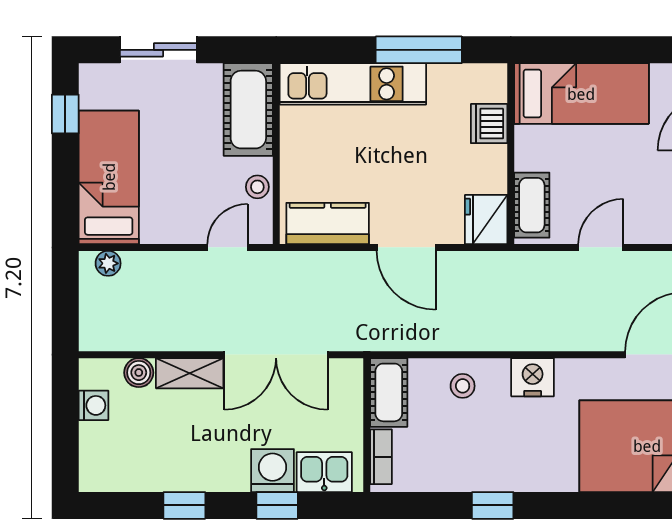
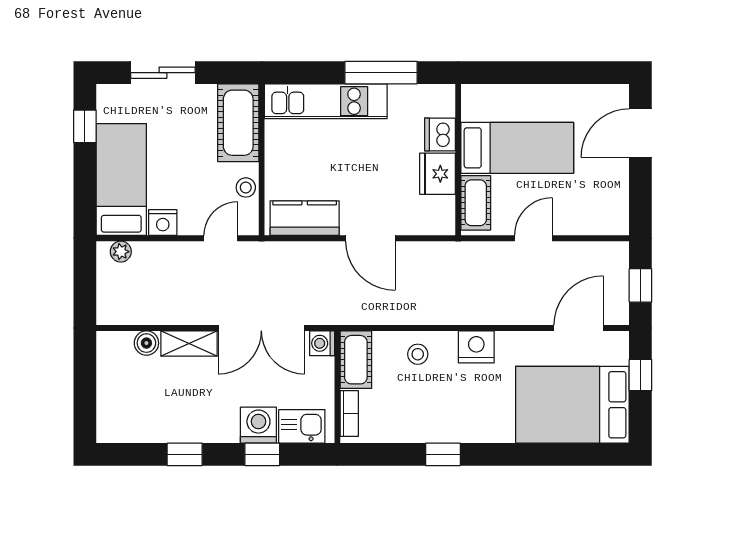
bed: (581, 94) -> (517, 148), moved
fridge: (486, 219) -> (437, 174), moved
nightstand: (158, 229) -> (163, 222), added
washing machine: (93, 405) -> (322, 343), moved, turned 180

